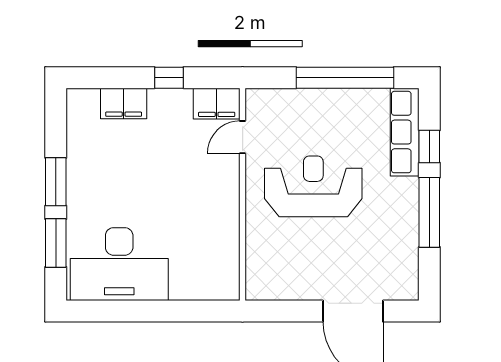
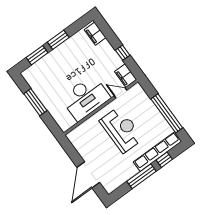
filing cabinet: (124, 103) -> (95, 34), moved
row of seats: (405, 132) -> (158, 152), width x1.36
desk: (119, 264) -> (86, 98), moved, turned -90
window: (142, 311) -> (35, 102), added

